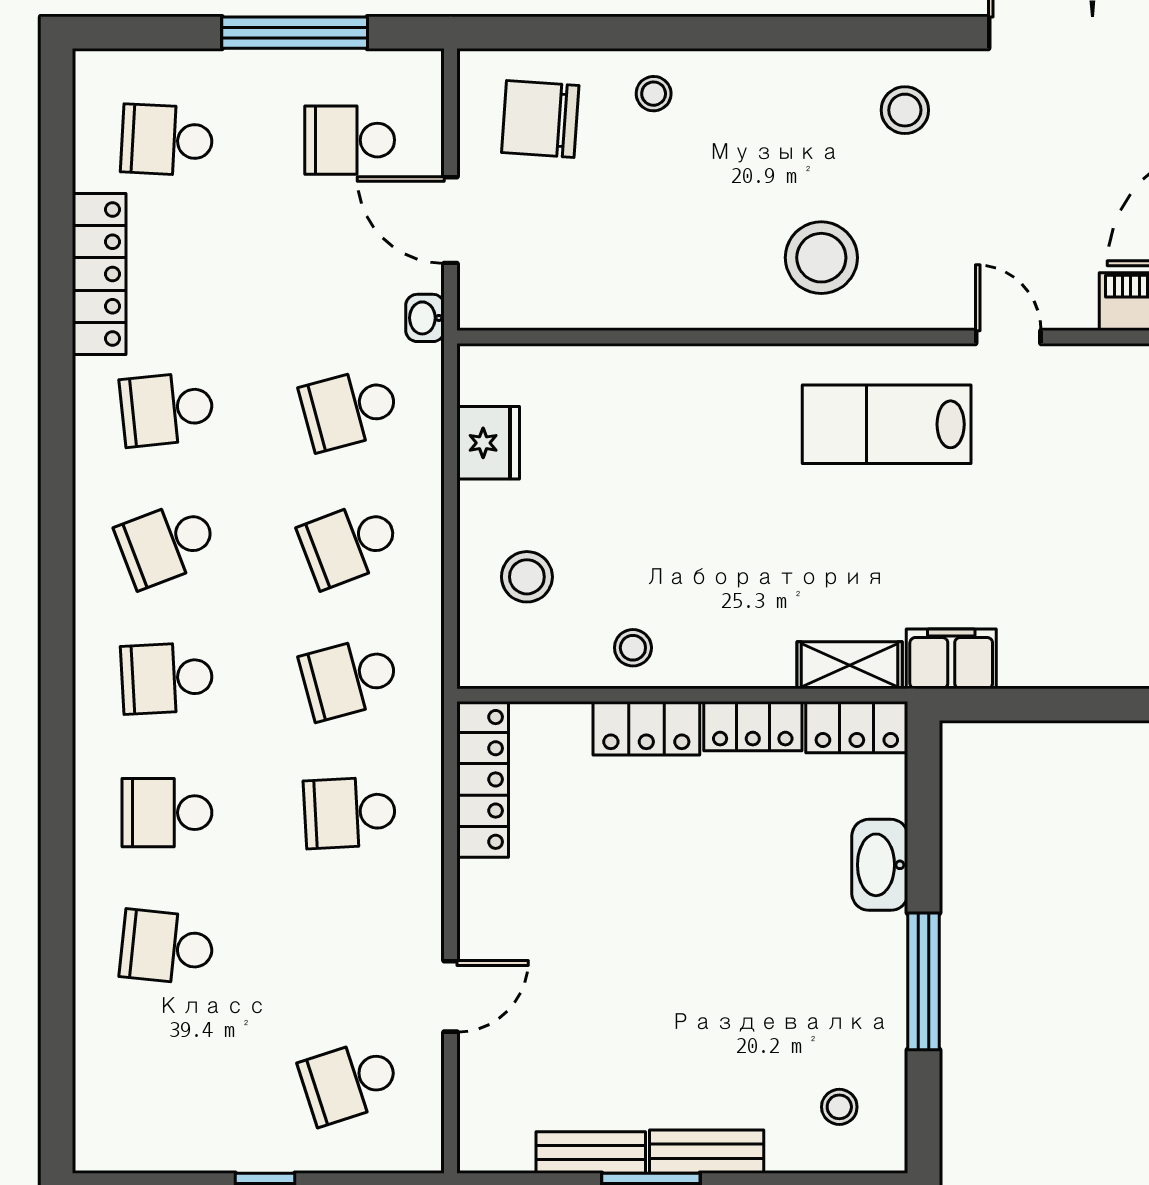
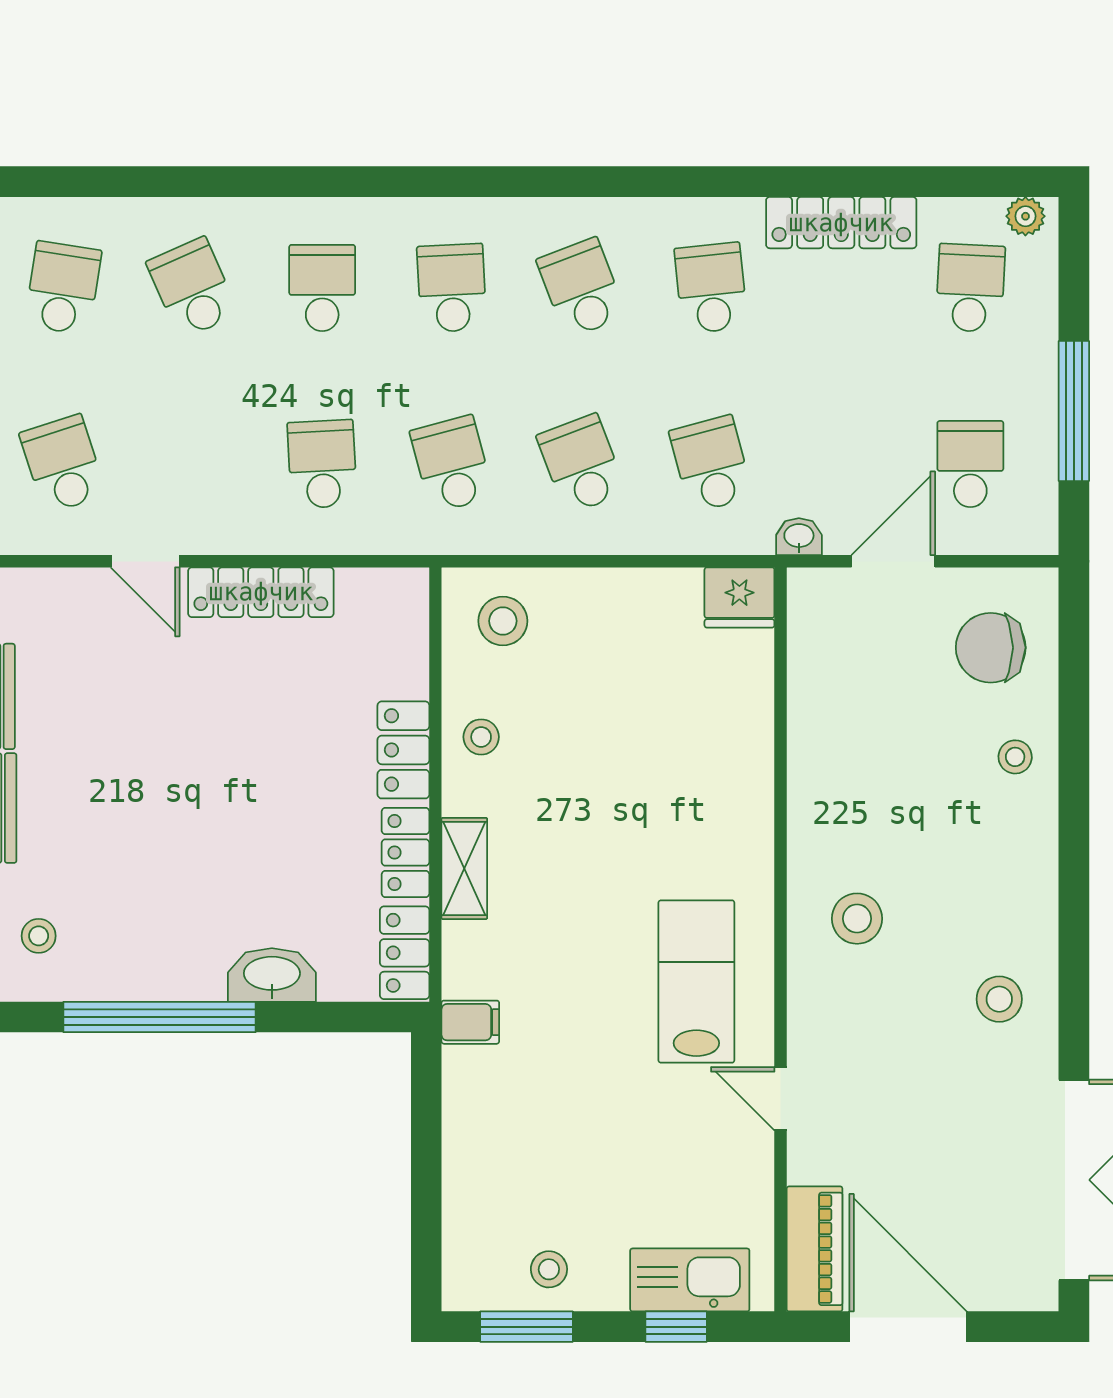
plant: (93, 83) -> (1025, 216), added
chair: (540, 119) -> (991, 648), turned -94
stool: (821, 258) -> (857, 919), width x0.73, depth x0.73
door: (1008, 337) -> (781, 1099), swing flipped
fridge: (488, 443) -> (739, 597), moved
stool: (527, 577) -> (503, 621), moved
filing cabinet: (951, 659) -> (470, 1022), width x0.50
shelving: (850, 665) -> (464, 868), moved
locker: (483, 779) -> (261, 592), moved
school desk: (167, 947) -> (193, 288), turned -30
window: (923, 981) -> (159, 1017), width x1.46
school desk: (167, 1082) -> (63, 288), added

